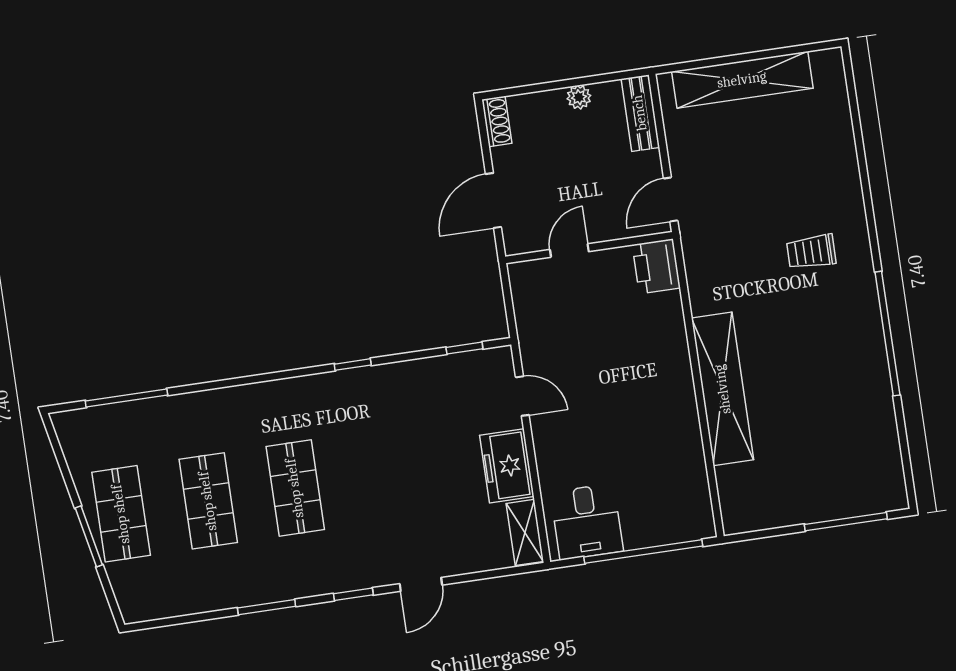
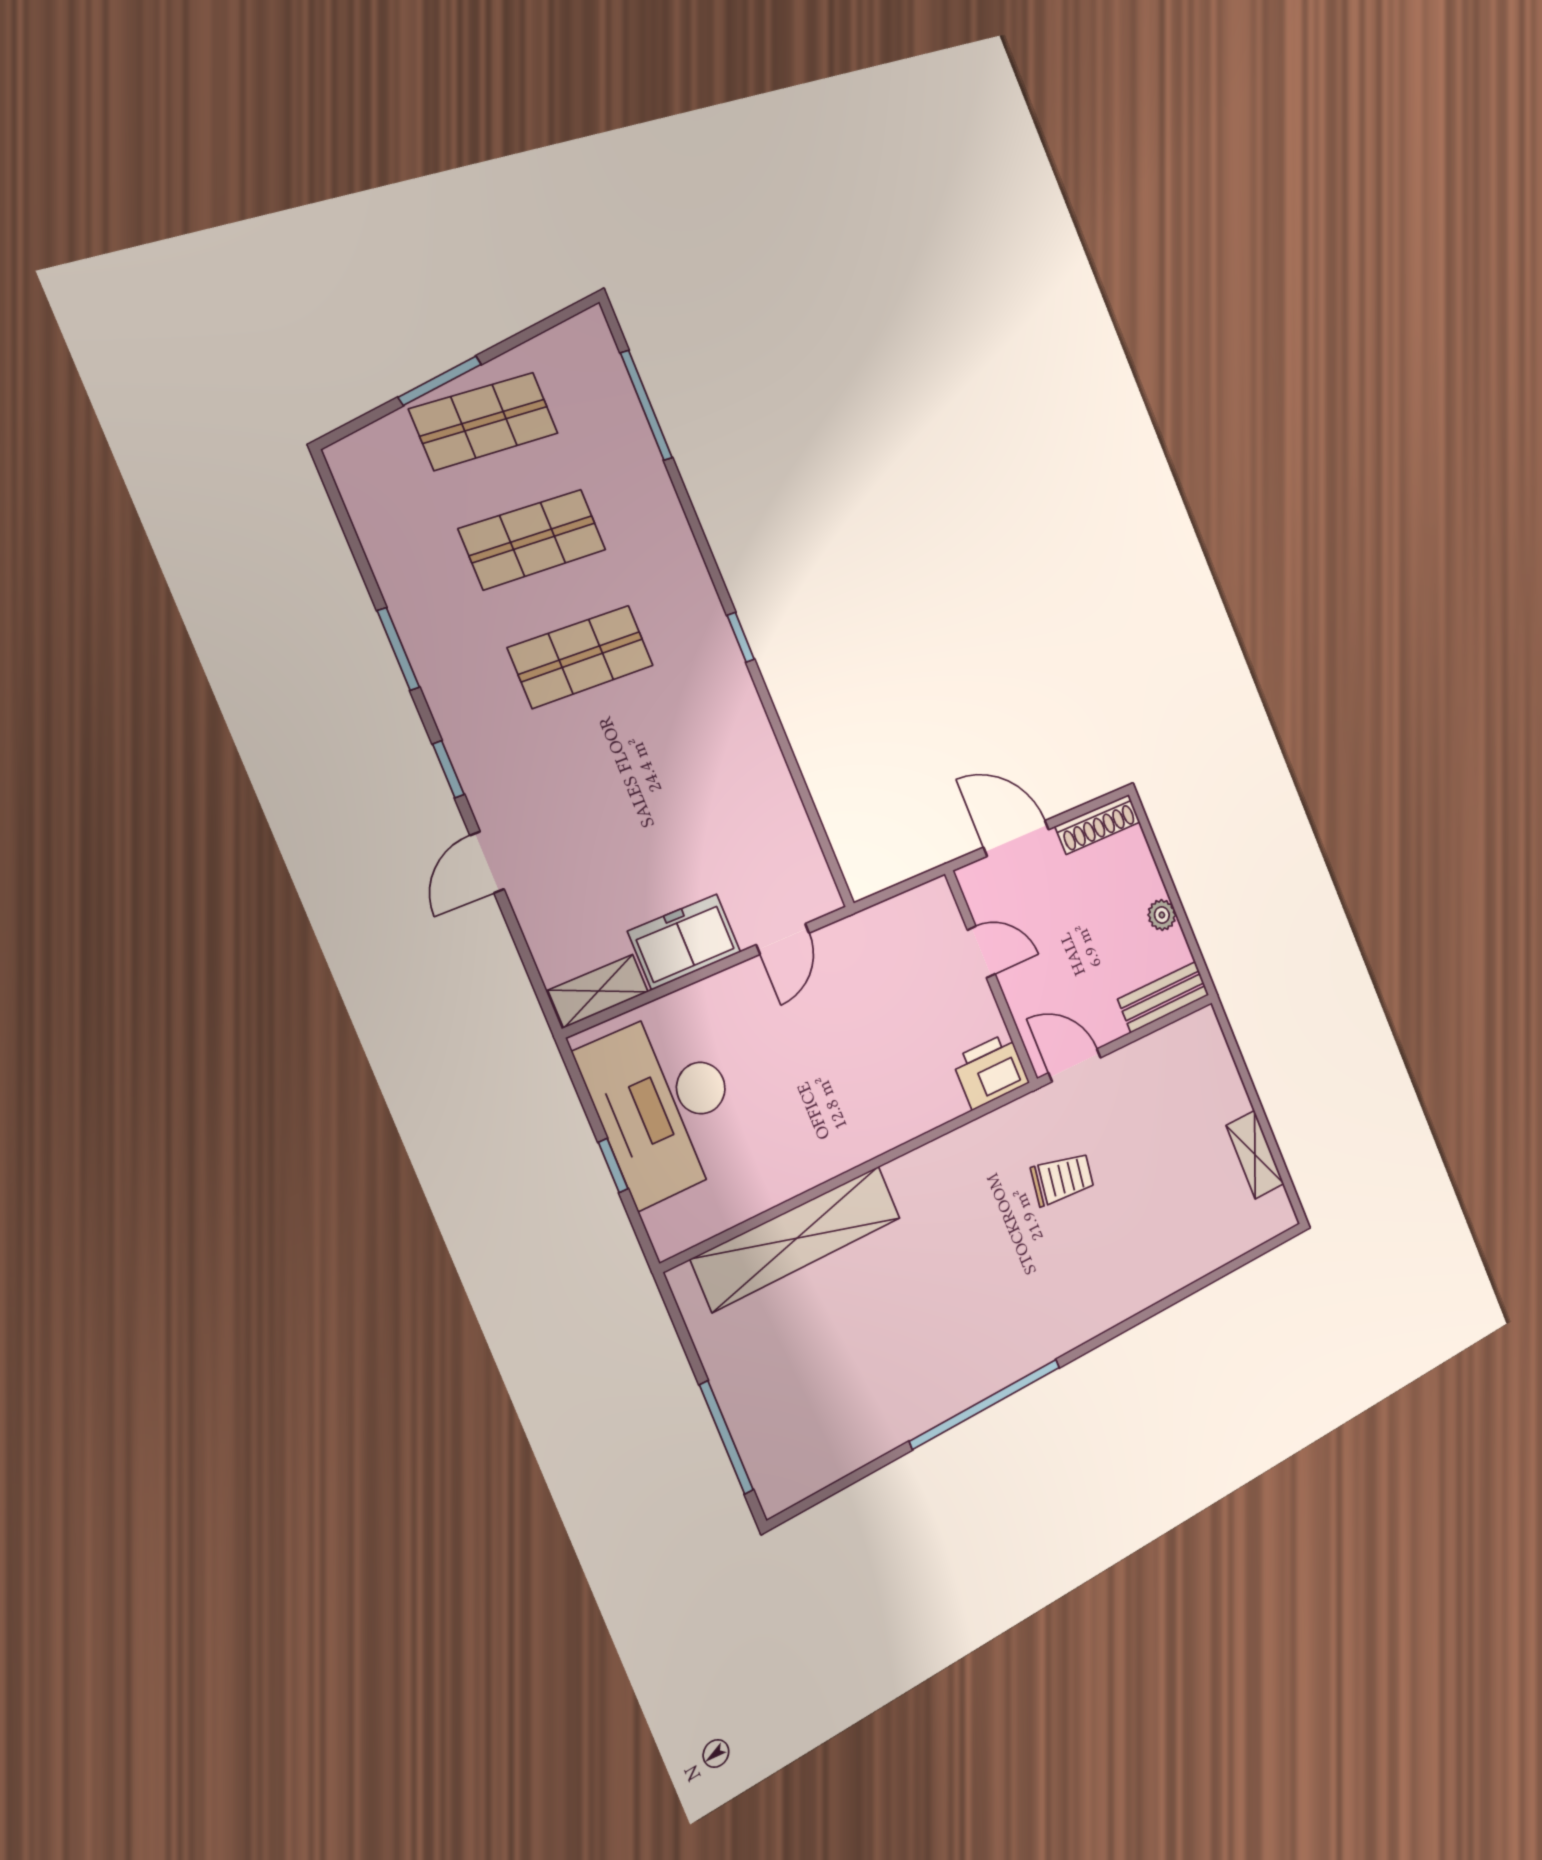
shelving: (742, 80) -> (1255, 1155), width x0.45, depth x0.75
shoe rack: (497, 121) -> (1098, 824), width x1.43
trolley: (811, 252) -> (1062, 1179), moved, turned 99
window: (464, 348) -> (825, 845), removed
window: (353, 365) -> (741, 637), moved
shelving: (723, 389) -> (797, 1238), moved
desk: (587, 522) -> (664, 1105), width x1.87, depth x1.30
window: (643, 552) -> (613, 1166), width x0.32
door: (421, 584) -> (487, 862), hinge flipped

